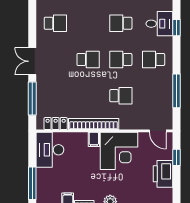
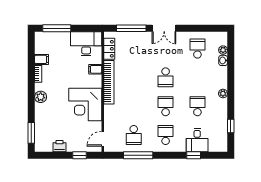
school desk: (55, 23) -> (197, 49), turned 180
double door: (32, 61) -> (164, 28), swing flipped
school desk: (121, 96) -> (134, 135), moved
filing cabinet: (94, 139) -> (95, 69), moved
printer: (163, 174) -> (59, 146), width x0.53, depth x0.68

